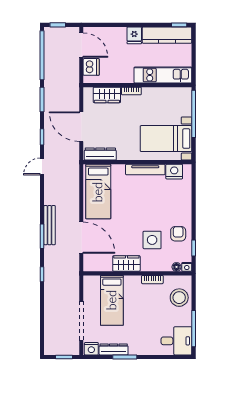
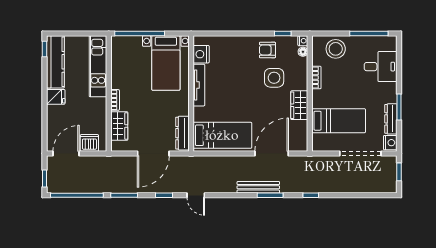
desk: (176, 341) -> (381, 67), moved, turned 90

